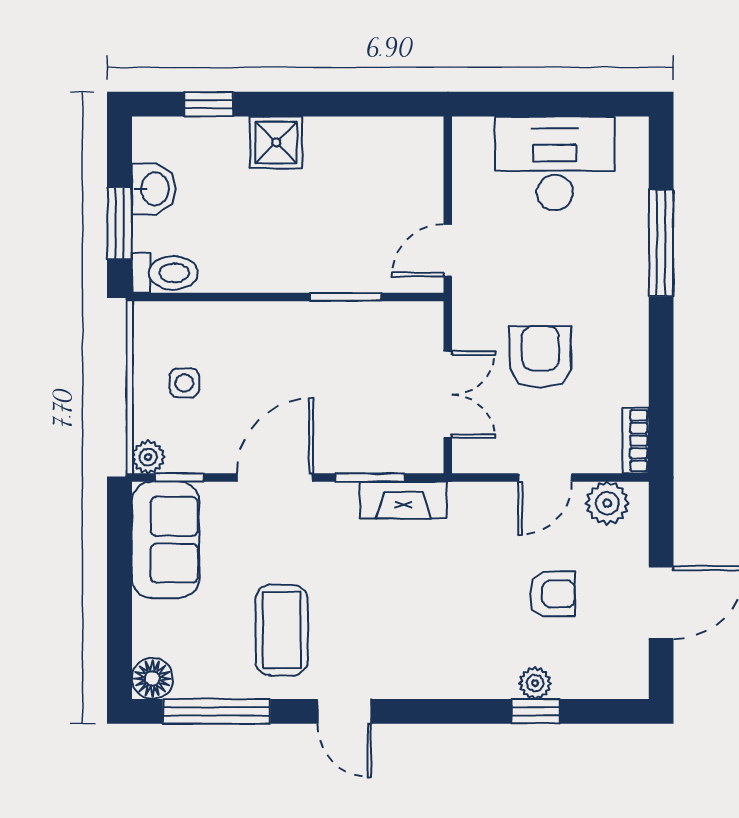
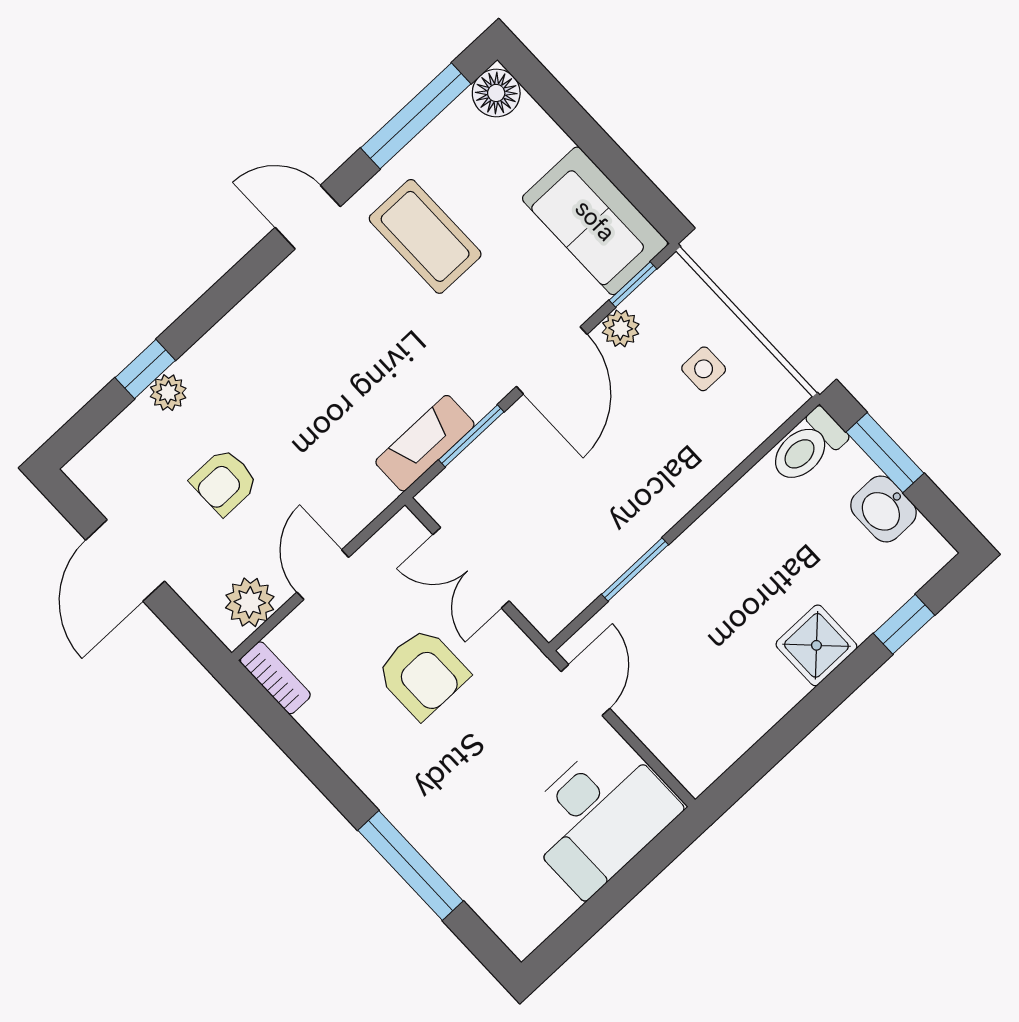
desk: (555, 163) -> (598, 816), moved
plant: (148, 457) -> (621, 328), moved

